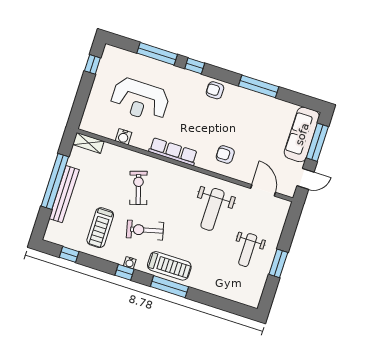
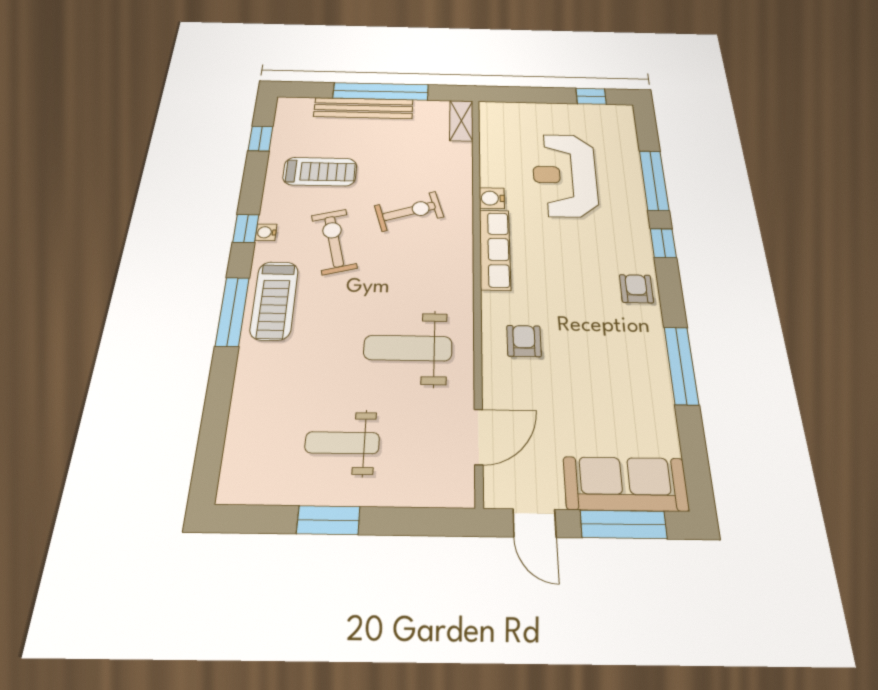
water cooler: (124, 137) -> (492, 198), moved
treadmill: (100, 228) -> (320, 172), turned 180

